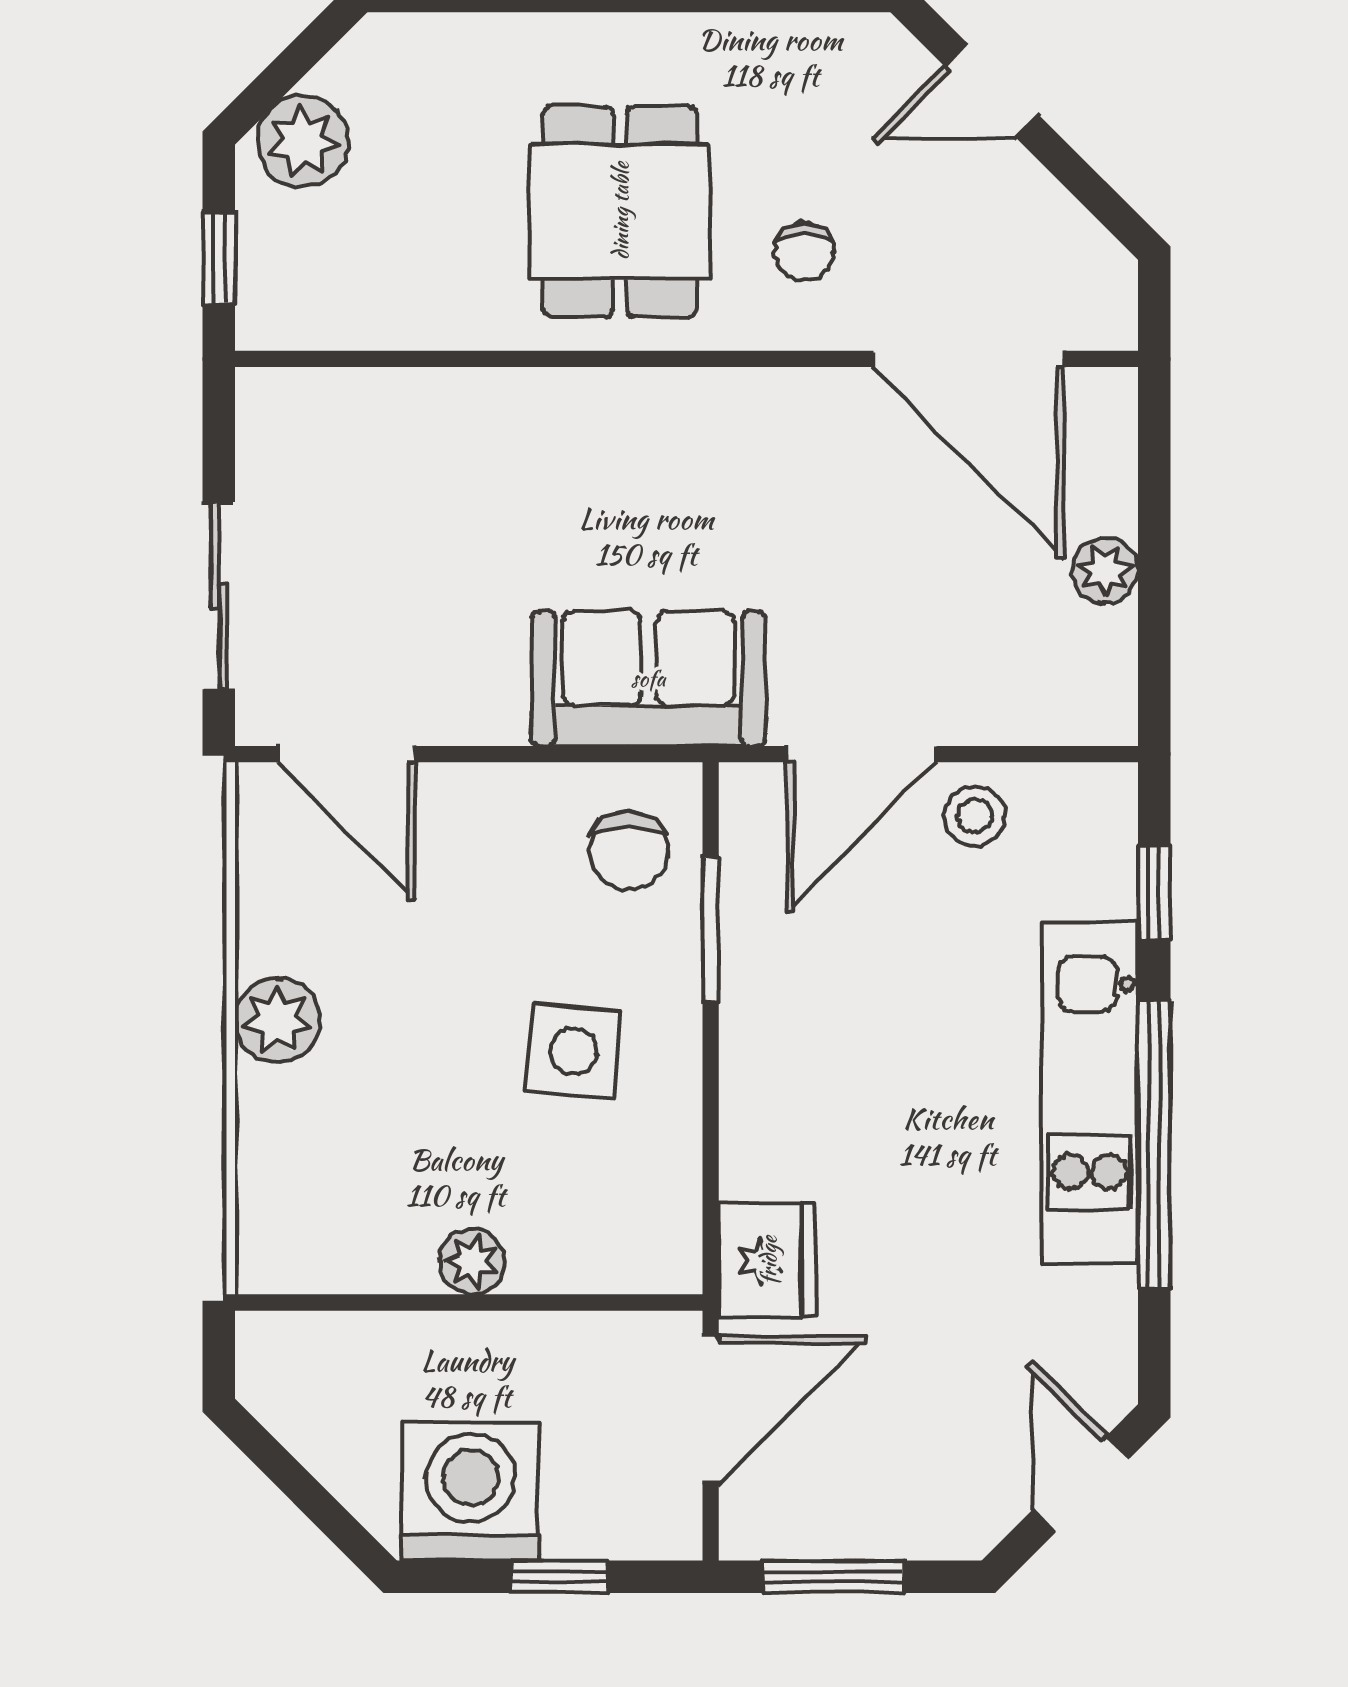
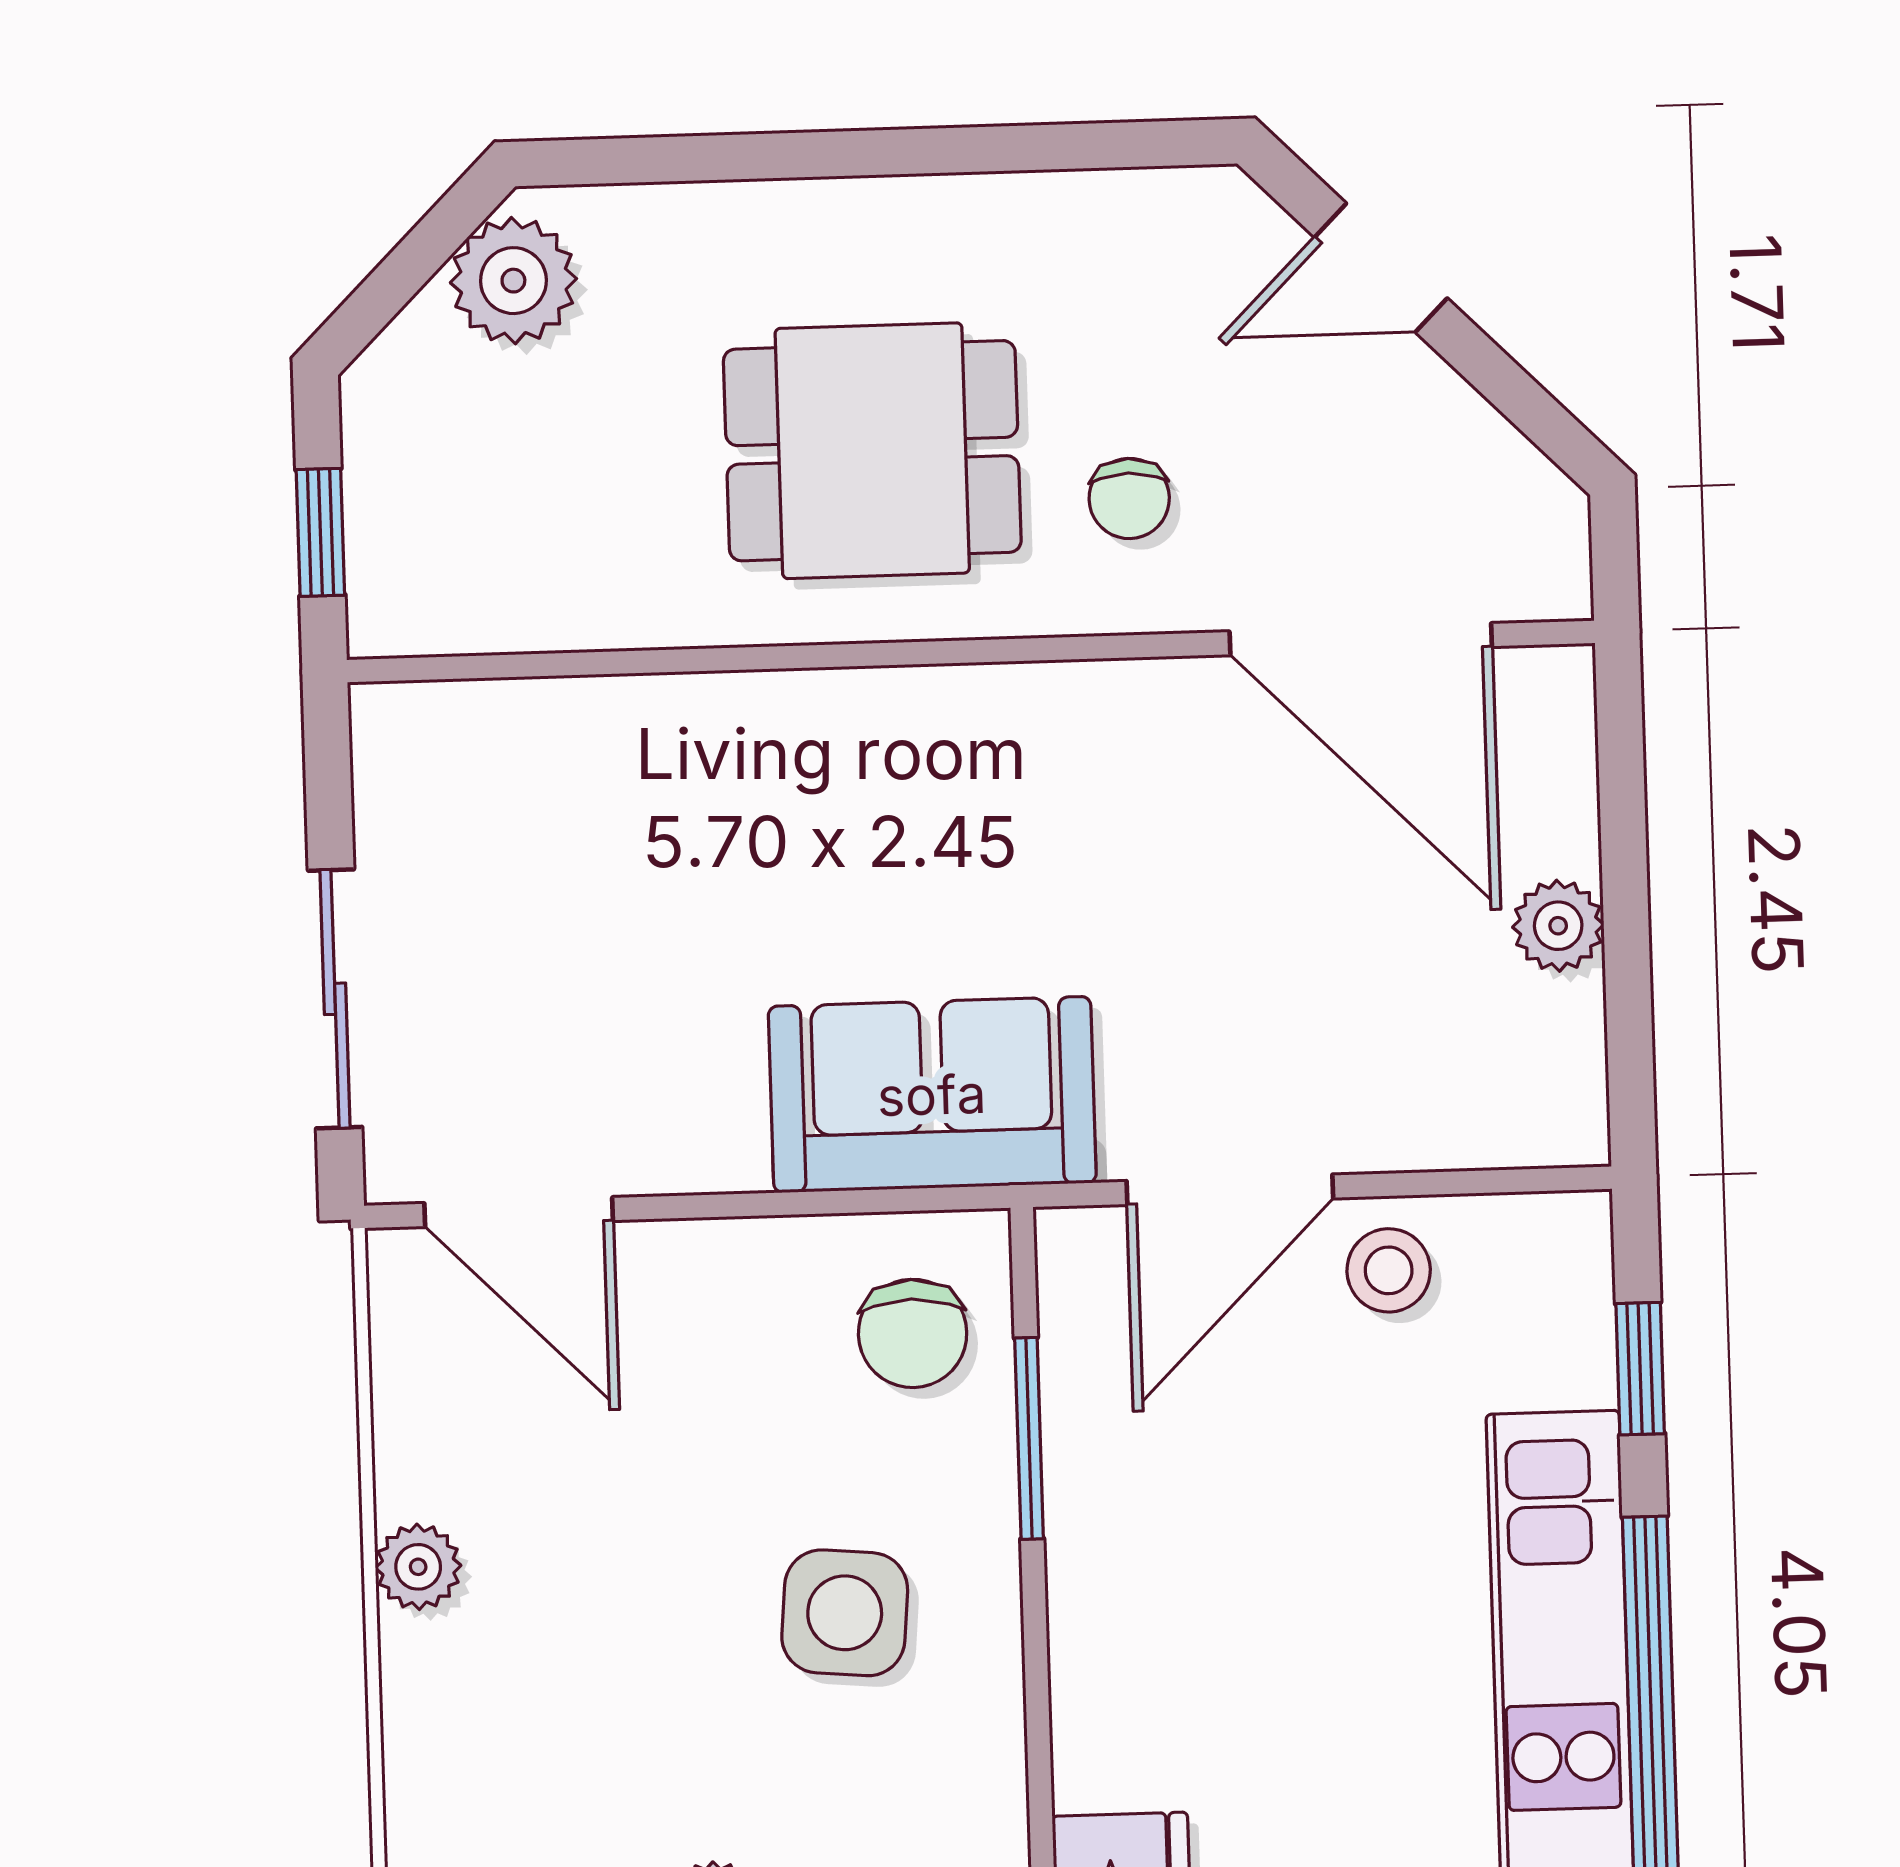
plant: (303, 141) -> (513, 281), moved
dining table: (620, 211) -> (872, 451), turned 90
plant: (277, 1020) -> (418, 1567), width x0.73, depth x0.73

